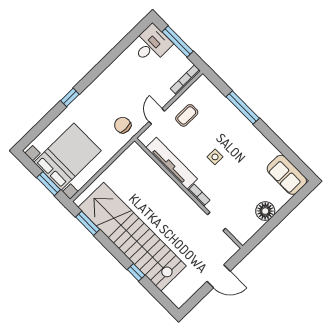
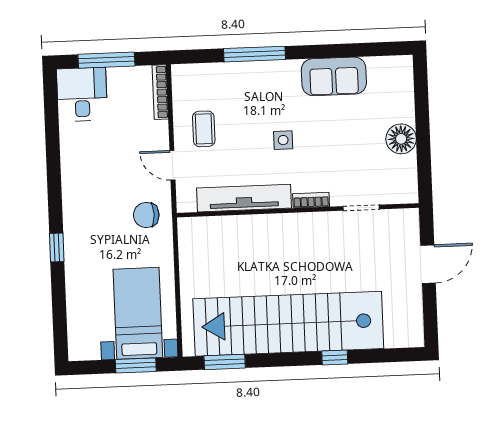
bed with nightstands: (68, 157) -> (138, 313), width x0.73
sofa: (287, 175) -> (334, 76), moved

